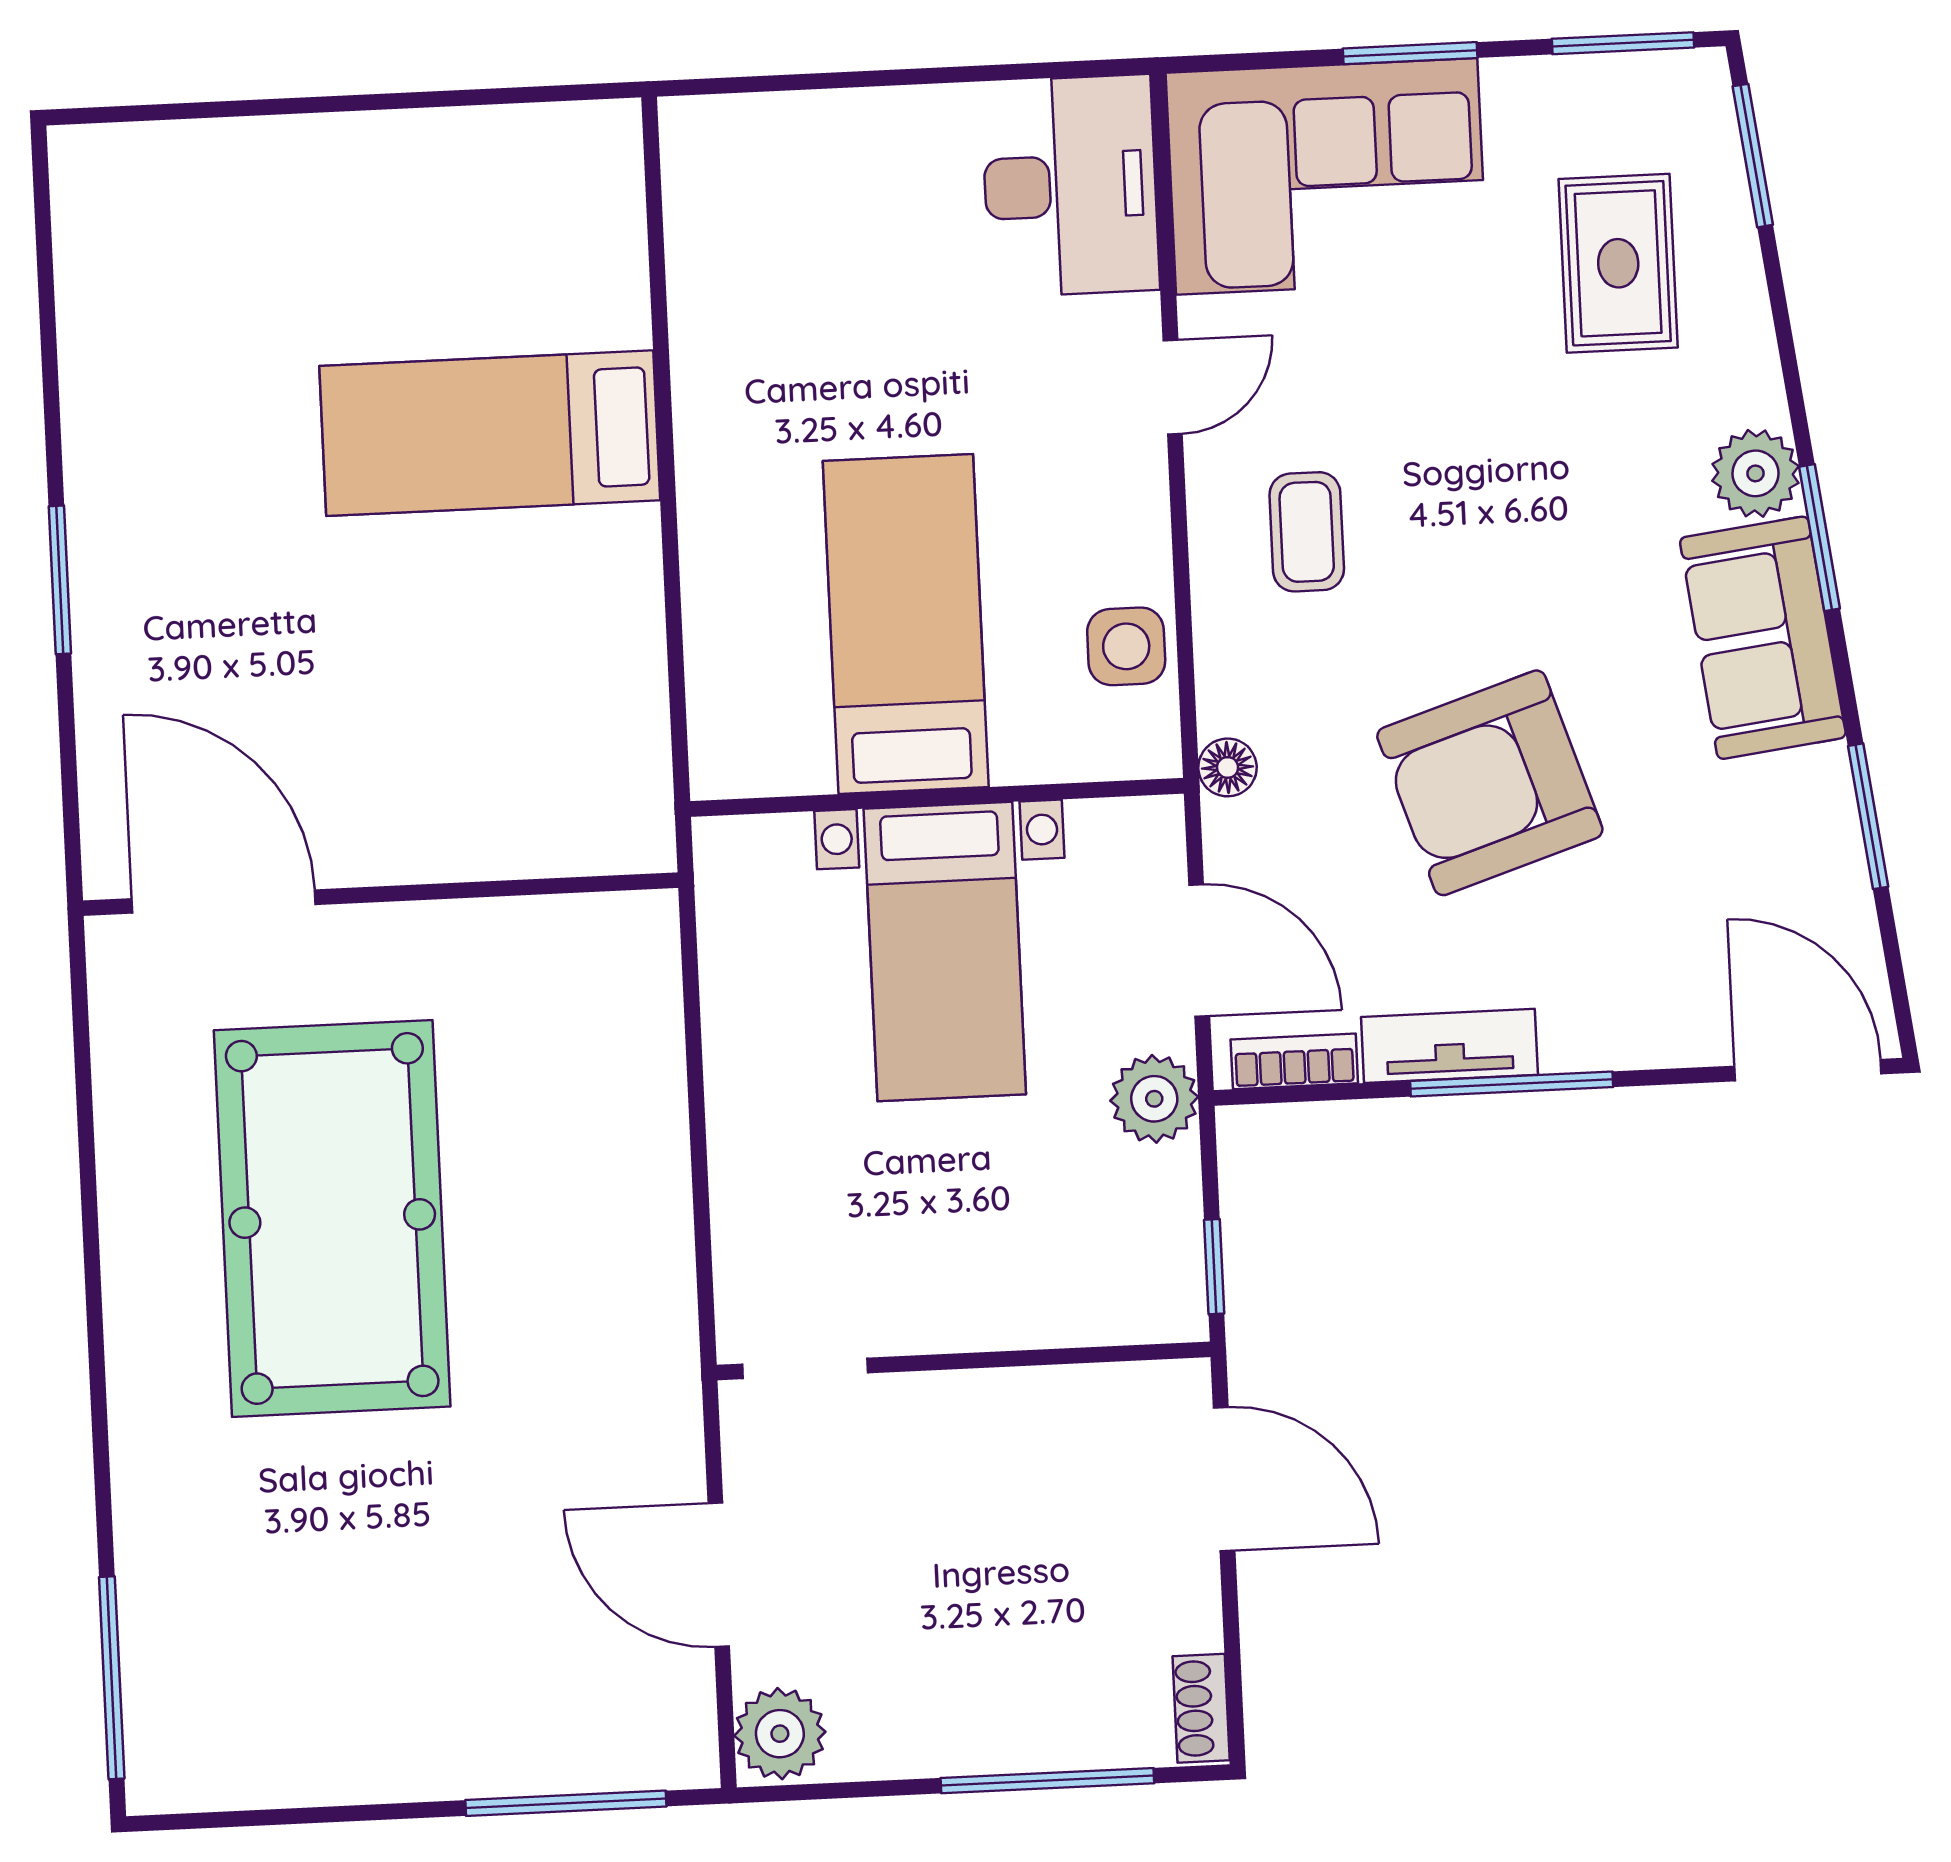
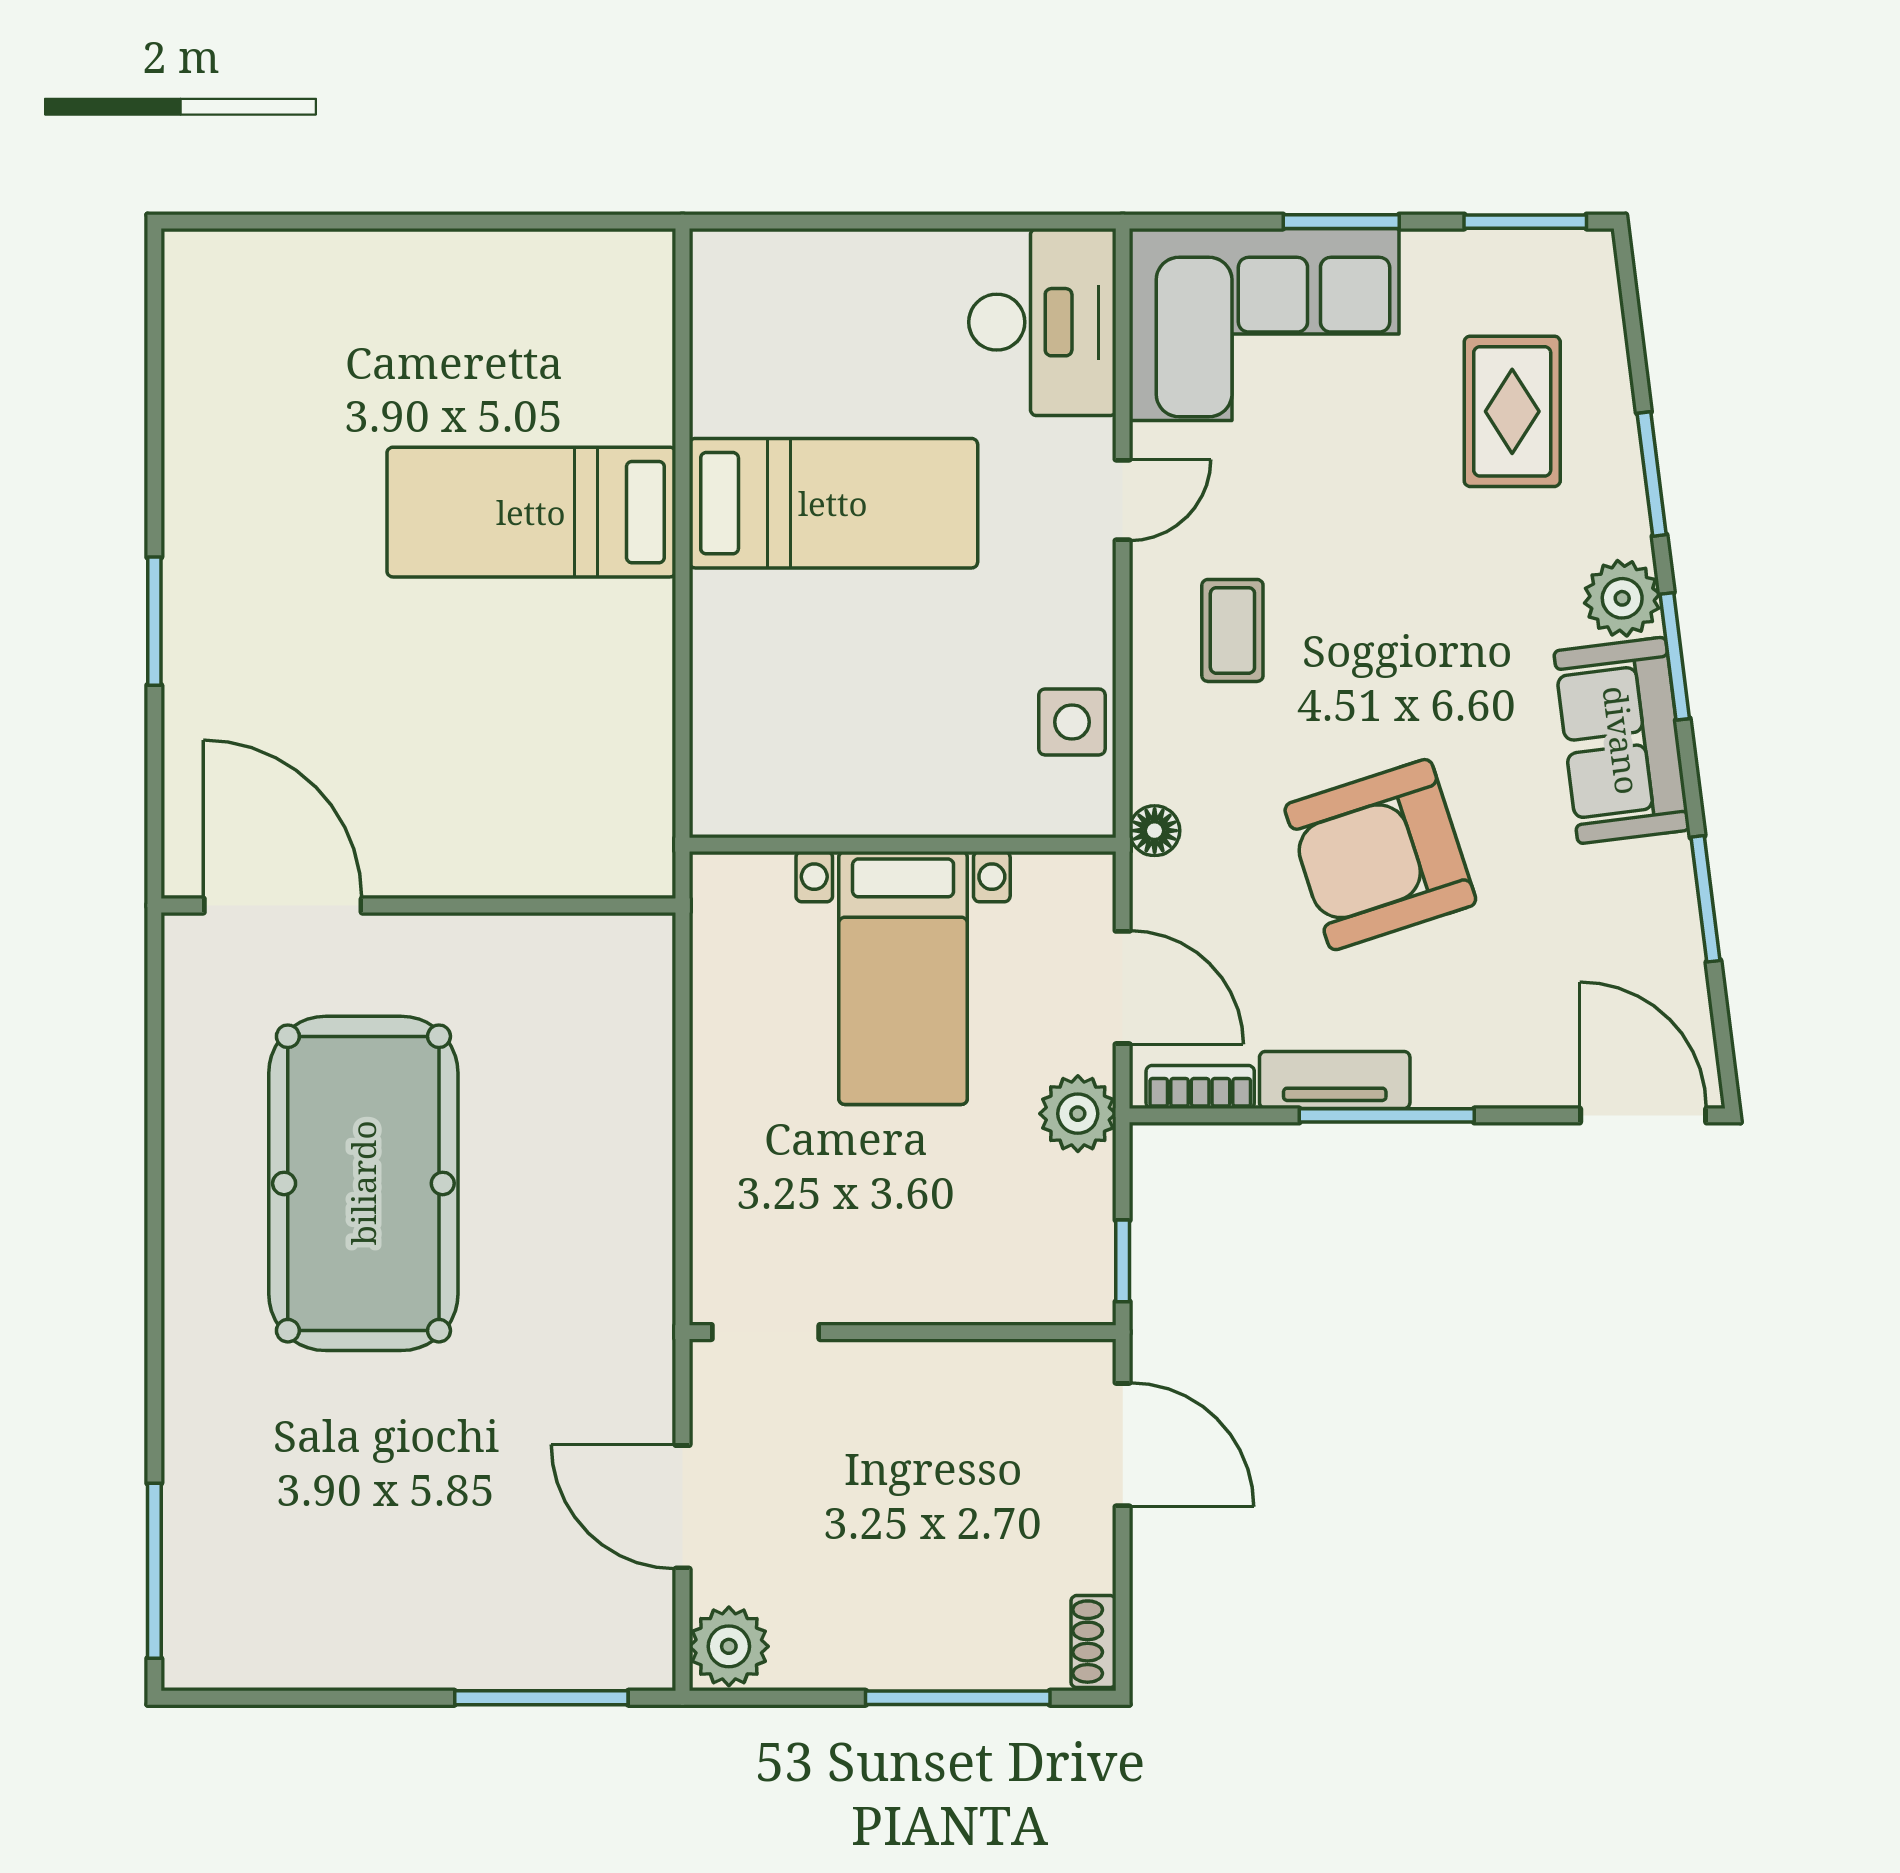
window: (1753, 156) -> (1652, 474), moved
bed: (906, 624) -> (833, 503), moved, turned 90

